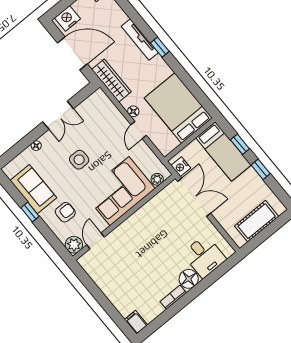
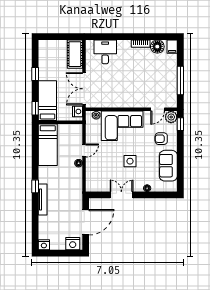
door: (72, 53) -> (86, 222), swing flipped
wardrobe: (111, 81) -> (77, 190), removed
bed: (178, 108) -> (48, 145), width x0.67
window: (240, 144) -> (35, 108), moved
window: (30, 212) -> (180, 124), moved
cot: (257, 221) -> (75, 54), moved, turned 90
floor lamp: (189, 279) -> (157, 47), moved
window: (97, 293) -> (180, 81), added

